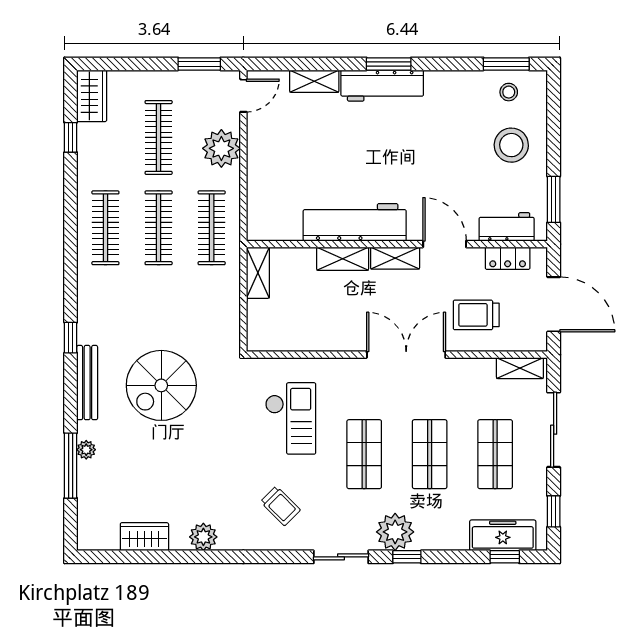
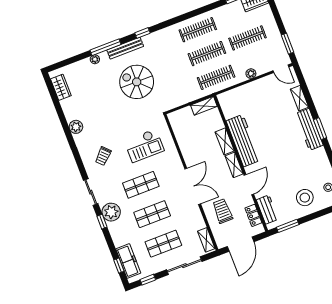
plant: (221, 148) -> (251, 74), width x0.53, depth x0.53
window: (71, 466) -> (105, 47), moved
wardrobe: (144, 537) -> (61, 87), moved

